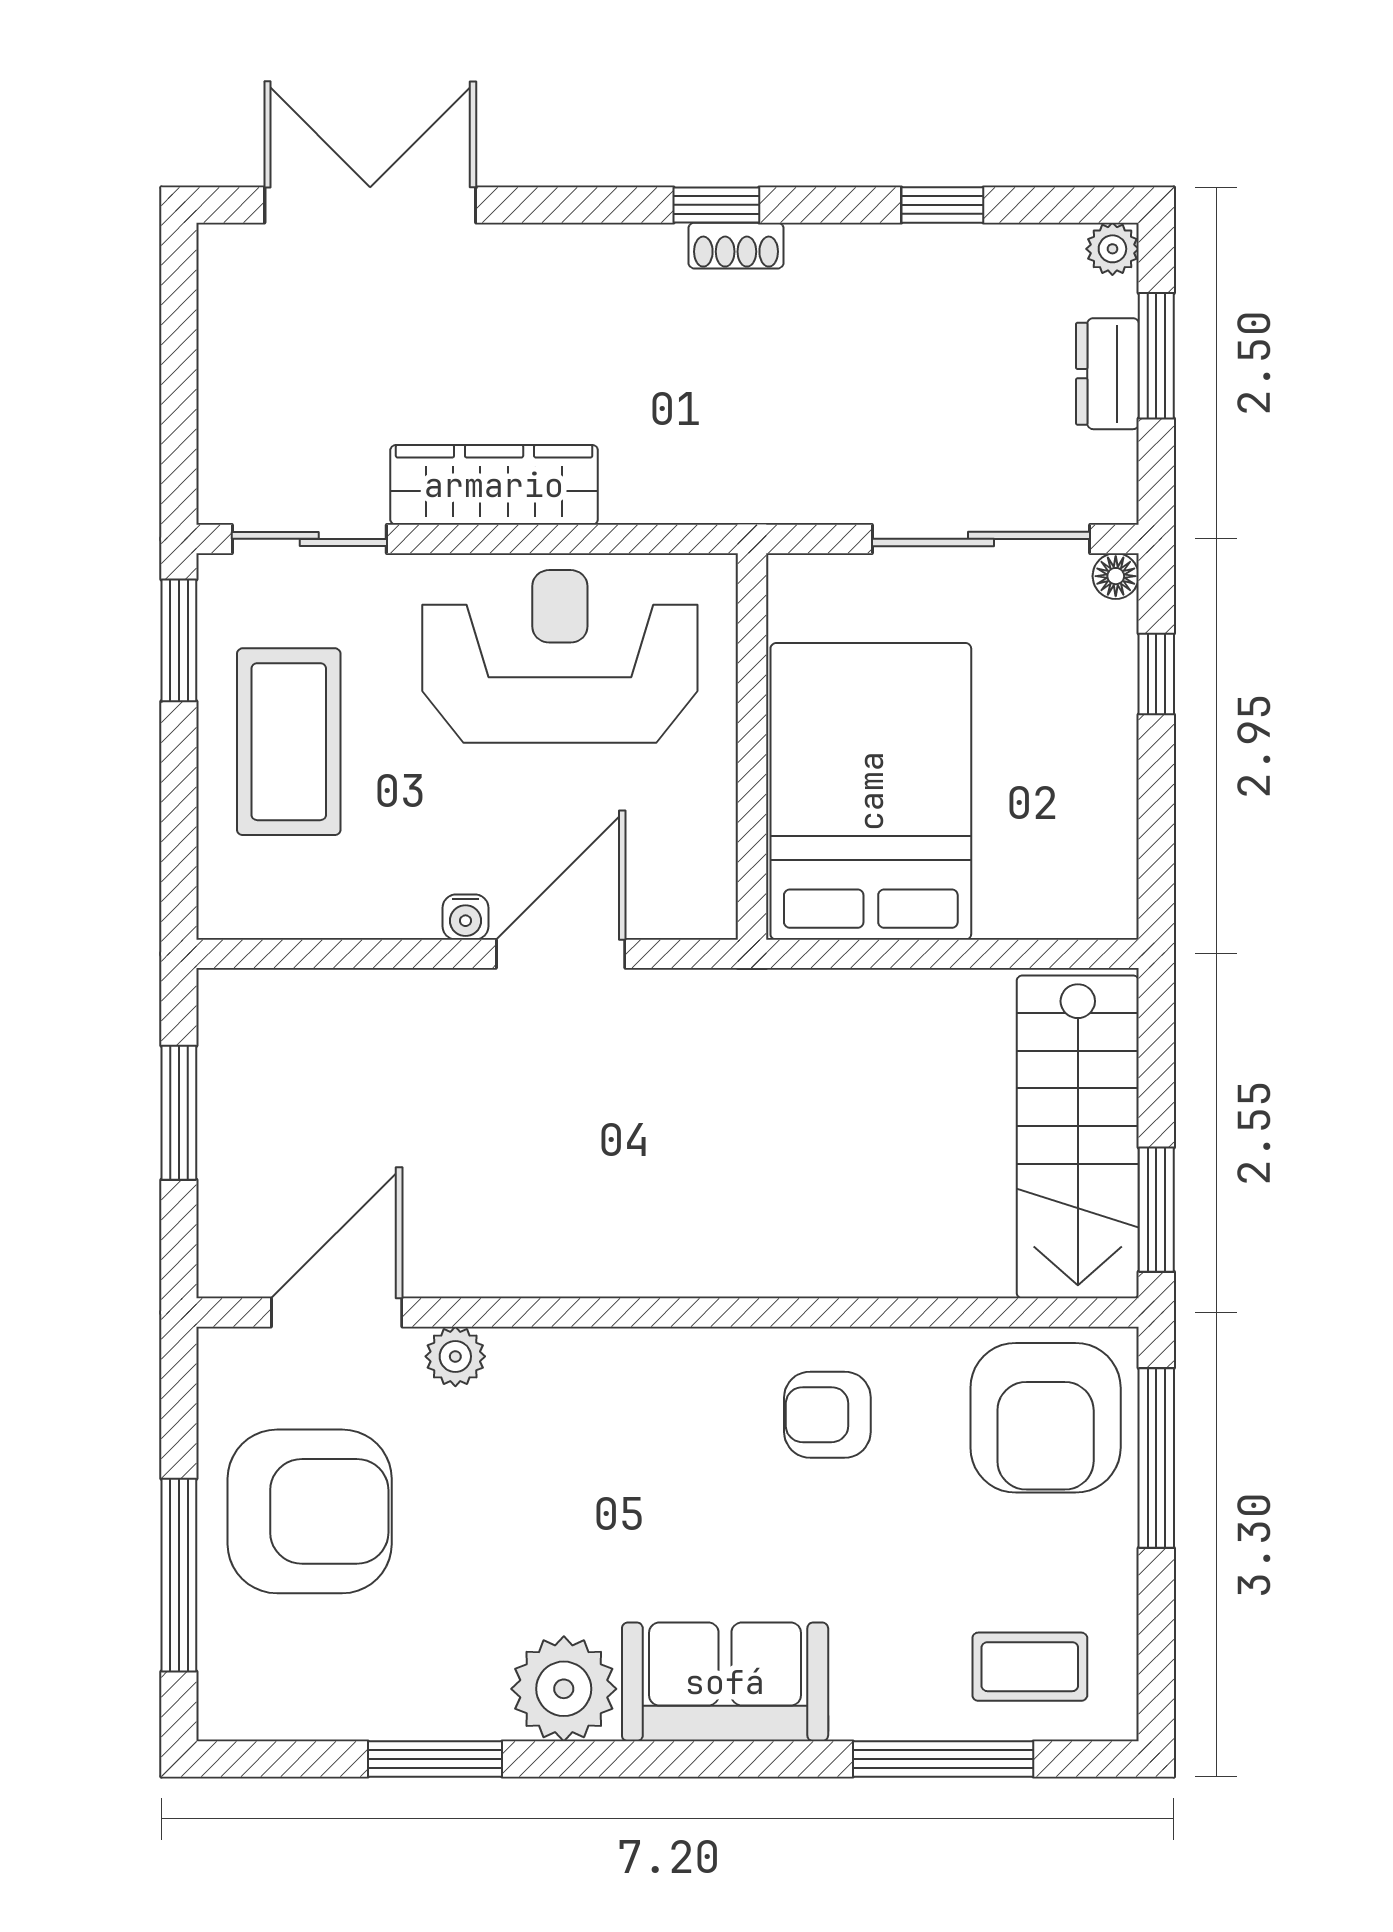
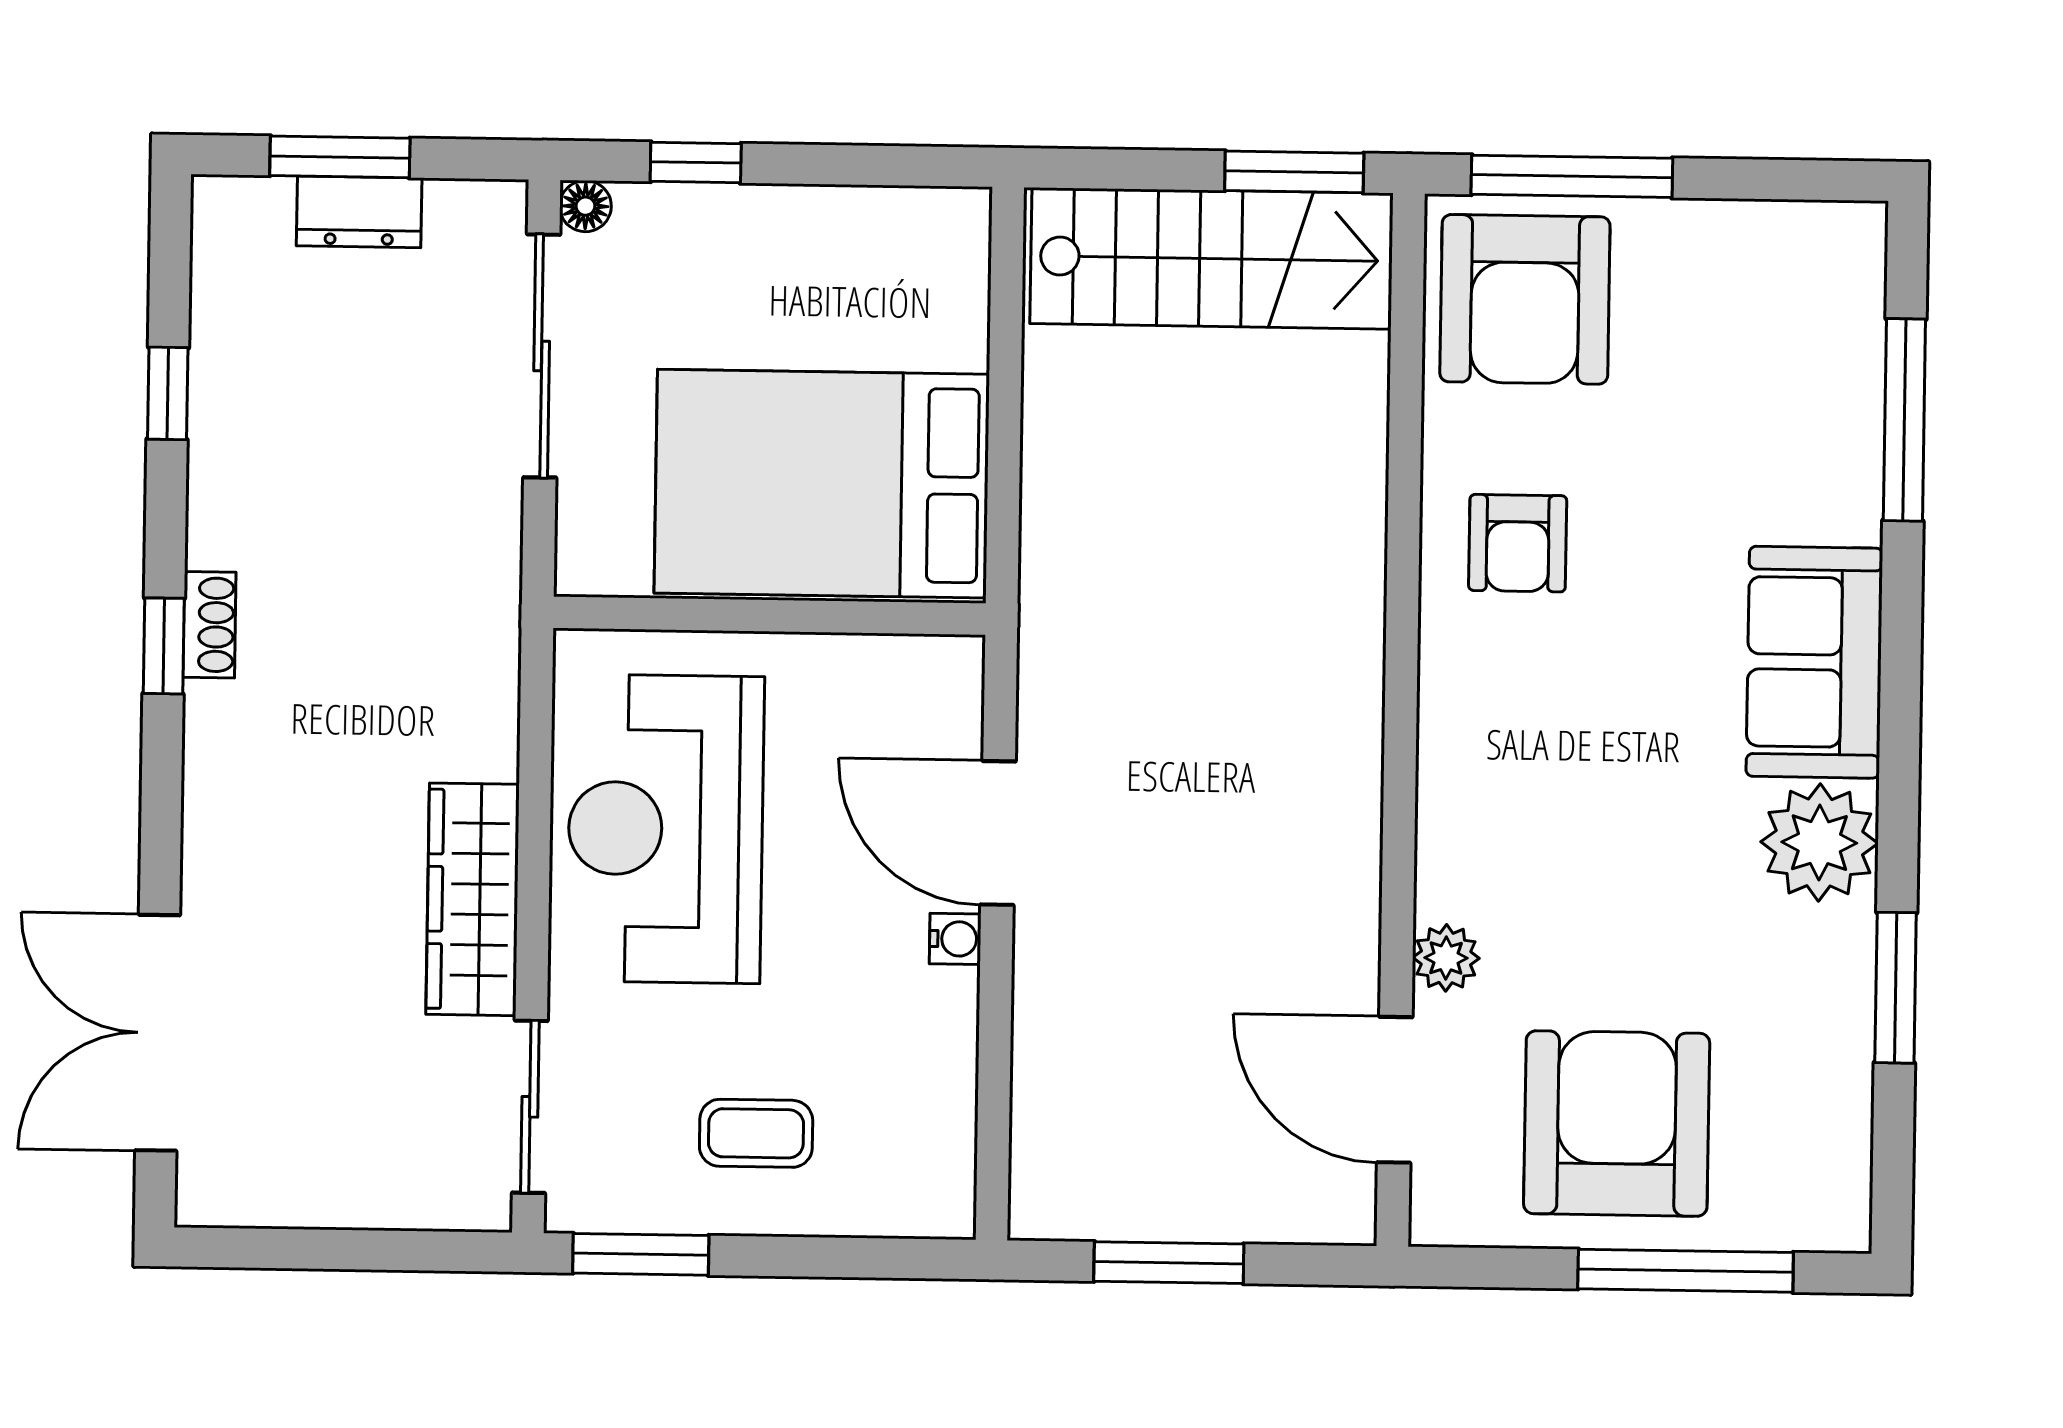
plant: (1112, 249) -> (220, 204), removed
coffee table: (289, 742) -> (756, 1133), width x0.54, depth x0.58
armchair: (1046, 1418) -> (1525, 299), turned 90
coffee table: (1030, 1667) -> (1803, 321), removed

